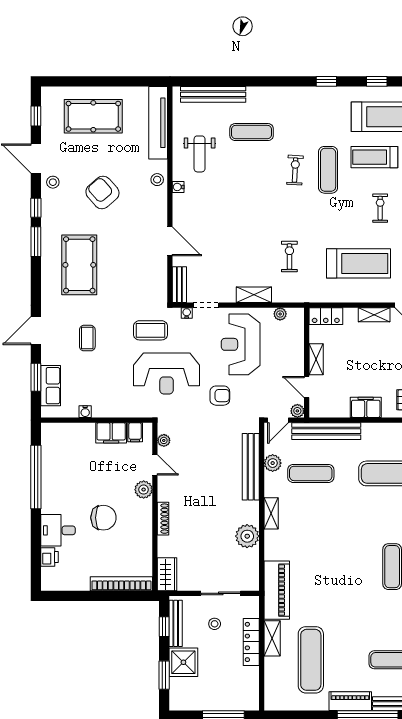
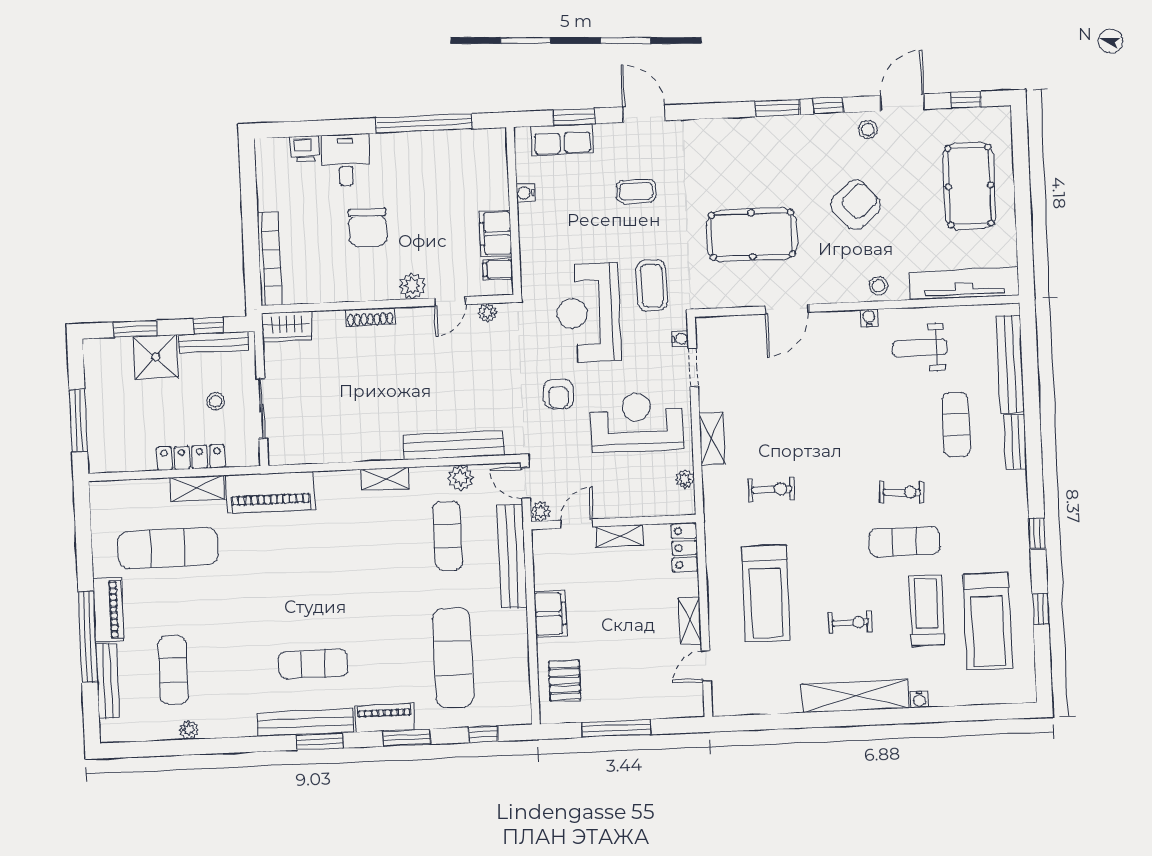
pool table: (79, 265) -> (752, 235), moved
bench: (179, 285) -> (1015, 442), moved, turned 90
plant: (247, 536) -> (349, 444), removed

